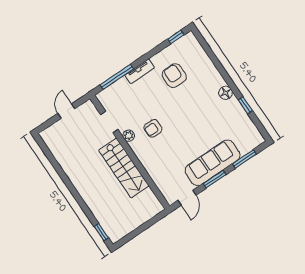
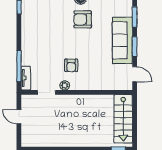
tv unit: (140, 71) -> (26, 78), moved
armchair: (174, 76) -> (83, 19), moved
stairs: (124, 168) -> (123, 119), moved, turned 90

